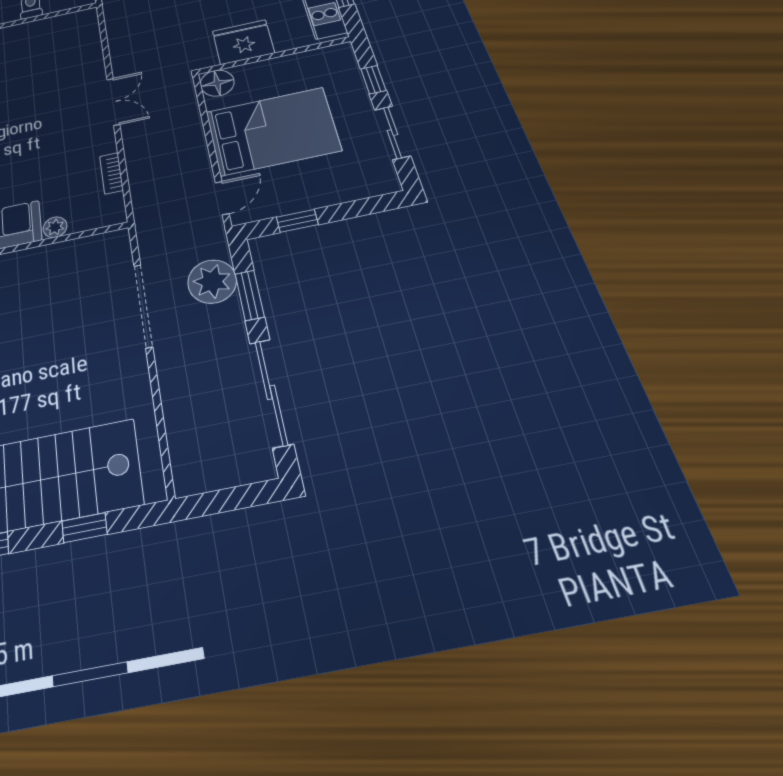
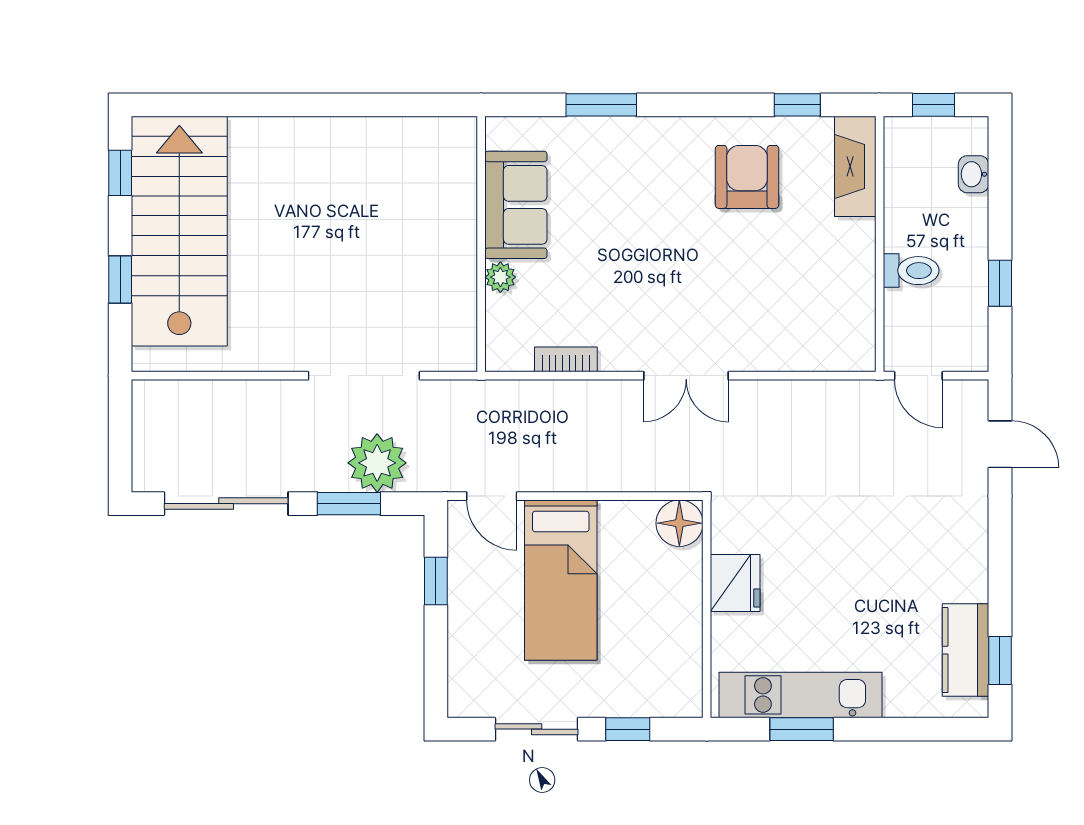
fridge: (243, 42) -> (735, 583), width x0.73, depth x0.75
bed: (272, 131) -> (561, 580), width x0.67

